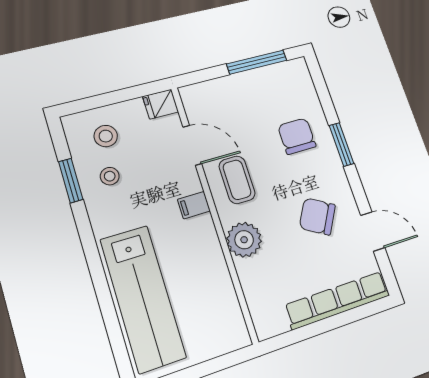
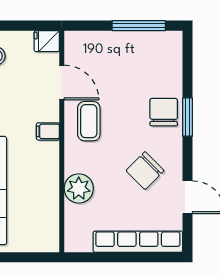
chair: (297, 136) -> (164, 112), moved
chair: (317, 216) -> (145, 171), turned -75
plant: (244, 240) -> (79, 188), moved

